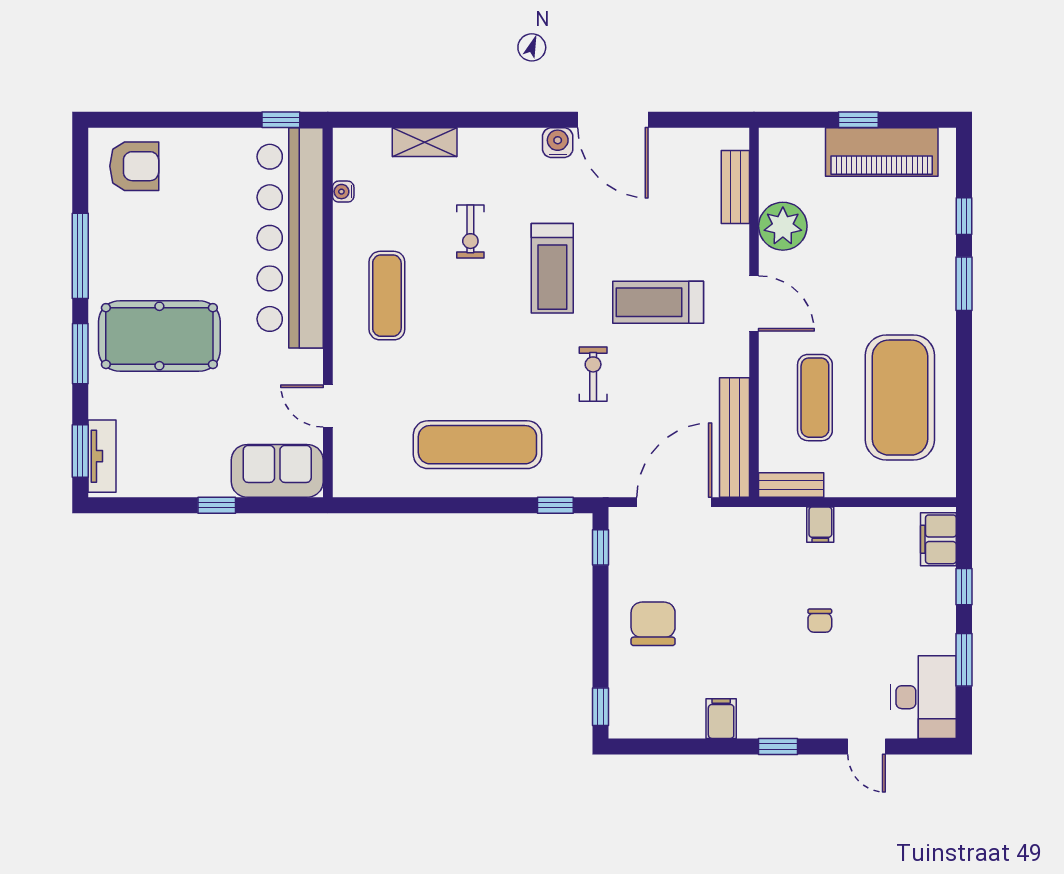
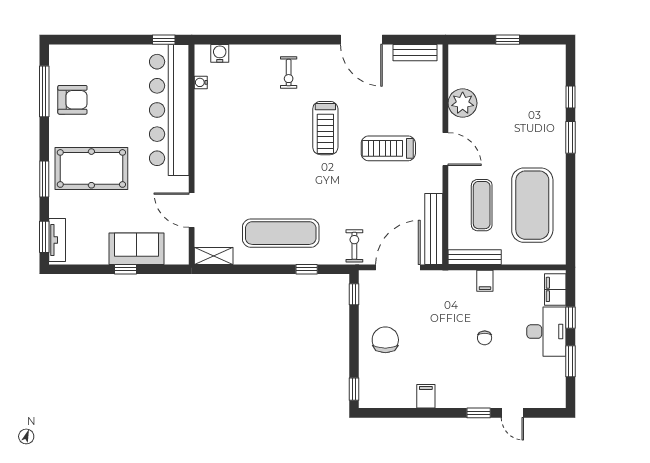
shelving: (425, 142) -> (214, 256), moved
water cooler: (558, 143) -> (220, 53), moved
piano: (882, 152) -> (521, 59), removed
armchair: (134, 166) -> (72, 100), moved
bench: (735, 187) -> (415, 53), moved, turned 90
exercise bike: (470, 231) -> (289, 73), moved
window: (80, 256) -> (44, 91), moved
exercise mat: (387, 296) -> (227, 144), removed
exercise bike: (593, 374) -> (354, 246), moved
door: (328, 406) -> (192, 210), width x1.38
sofa: (277, 471) -> (136, 249), moved
bench: (791, 485) -> (475, 257), width x1.36
window: (555, 505) -> (307, 269), moved
desk: (924, 697) -> (546, 332), moved
window: (778, 747) -> (479, 413), moved

